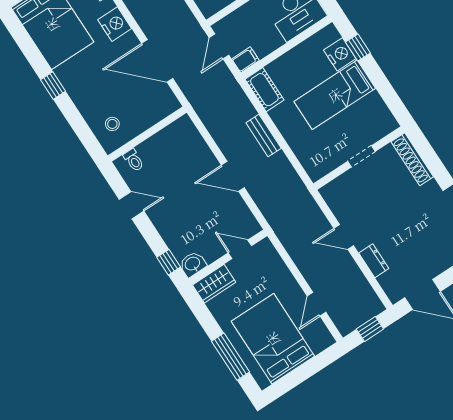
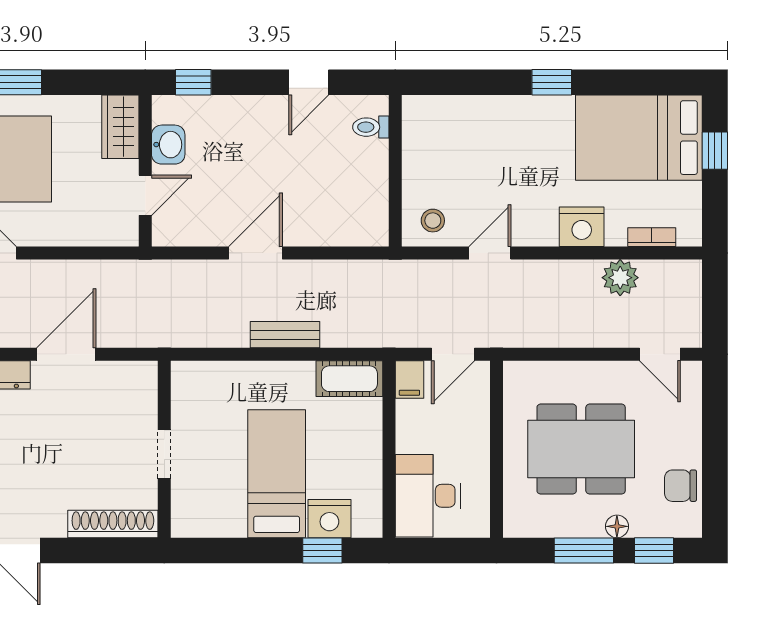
door: (219, 46) -> (453, 354), swing flipped
door: (157, 61) -> (490, 253), width x0.53
stool: (112, 124) -> (433, 221), moved
door: (344, 237) -> (66, 354), width x1.37
washbasin: (193, 264) -> (168, 145), moved

